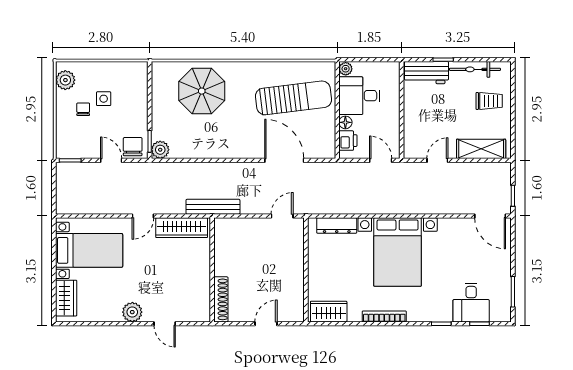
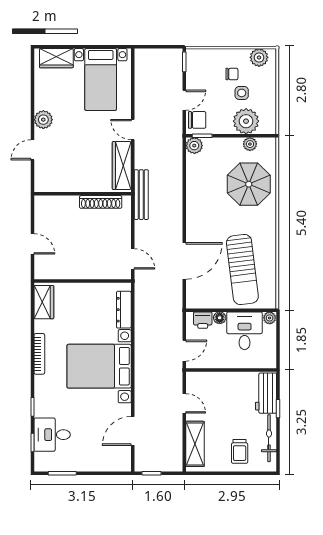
plant: (159, 90) -> (250, 144), added
plant: (134, 94) -> (246, 121), added
door: (490, 216) -> (133, 431), moved
shoe rack: (221, 299) -> (101, 202), moved

